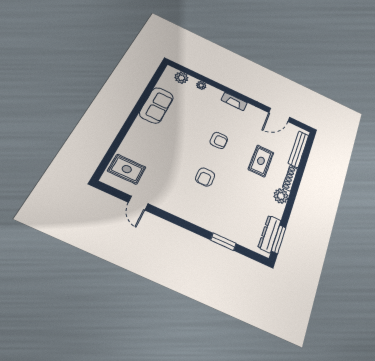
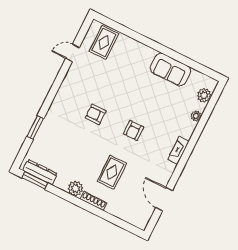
bench: (299, 149) -> (125, 215), removed
rug: (261, 161) -> (112, 172), turned 90

